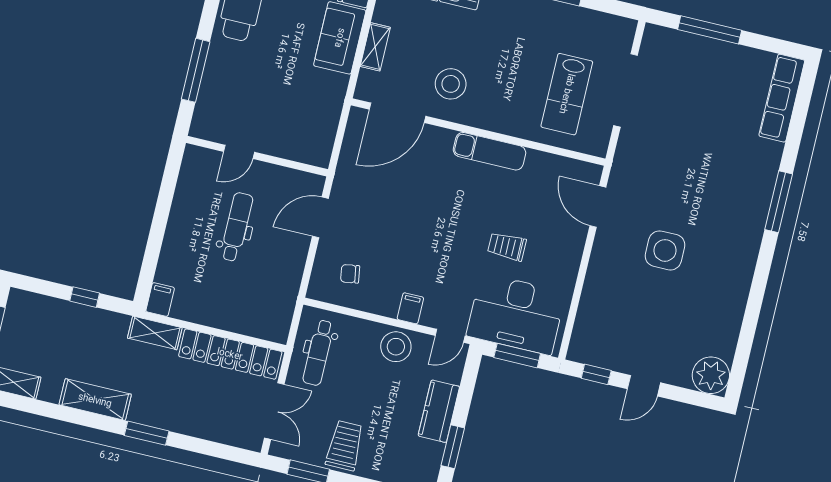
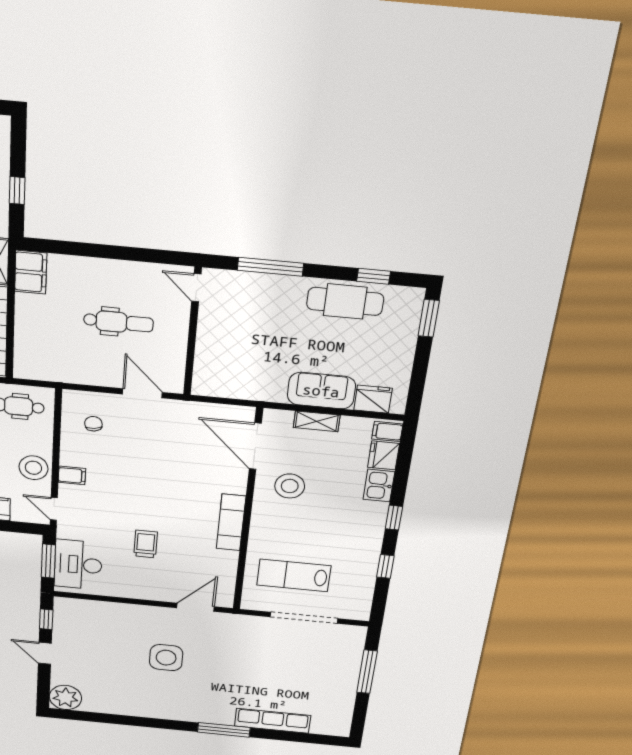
row of seats: (782, 98) -> (273, 721), moved
door: (239, 152) -> (196, 288), moved
filing cabinet: (160, 300) -> (31, 272), width x2.00
desk: (516, 314) -> (78, 565), width x0.73, depth x0.77

